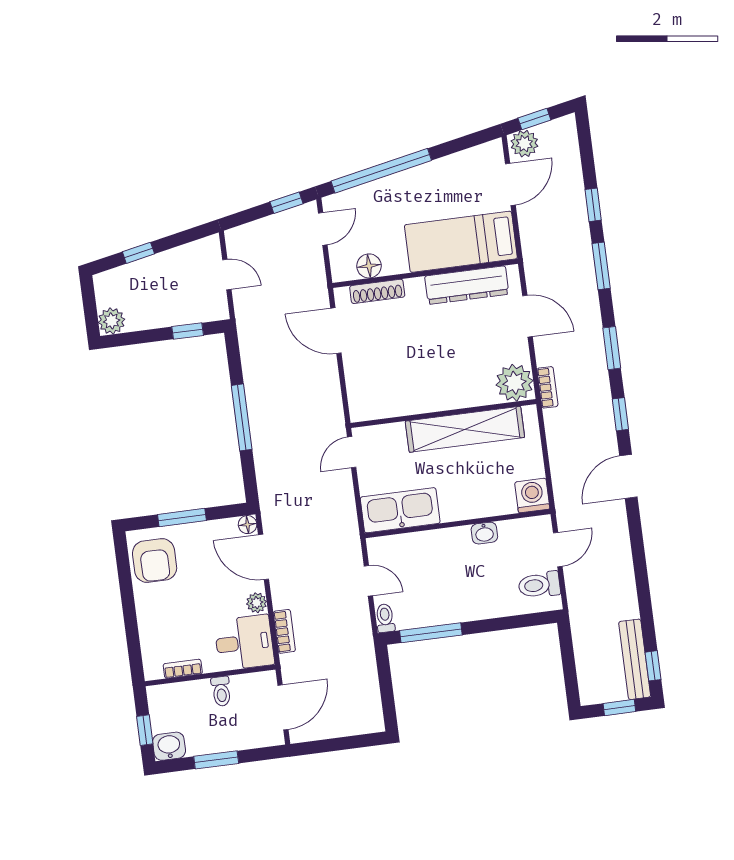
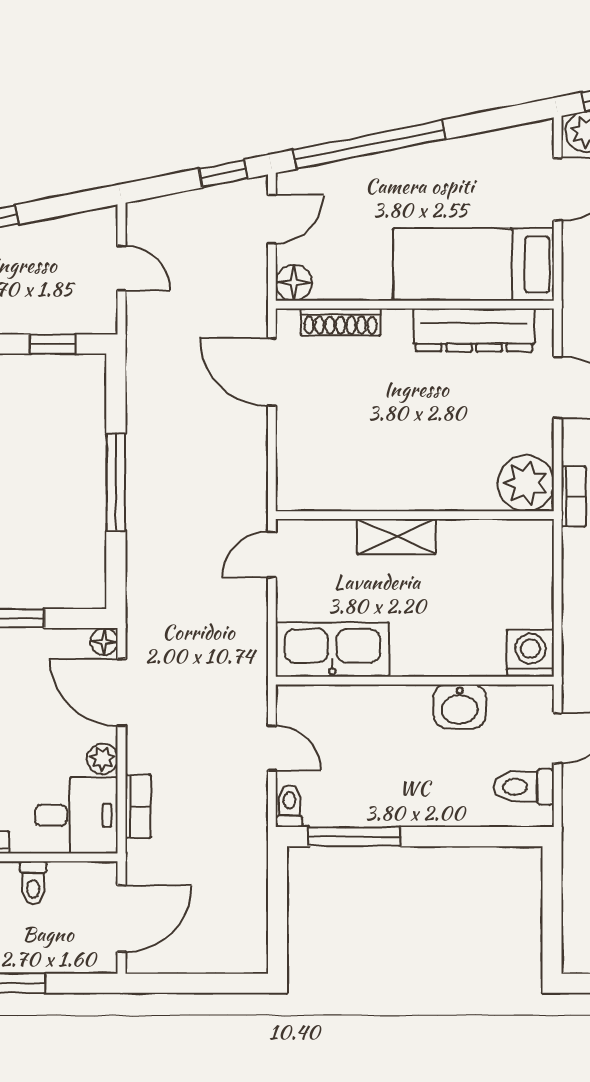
floor lamp: (369, 266) -> (294, 283), moved
shelving: (465, 429) -> (396, 537), width x0.45, depth x0.75
washbasin: (484, 533) -> (460, 706), width x1.38, depth x1.45

